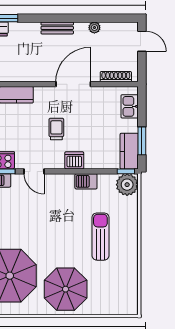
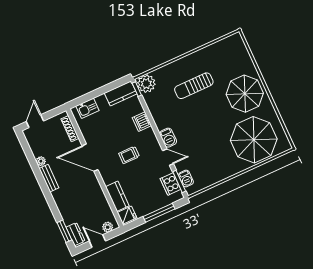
bench: (57, 28) -> (49, 178), moved
window: (142, 141) -> (109, 87), removed
dishwasher: (74, 160) -> (142, 122), moved
door: (34, 171) -> (168, 157), hinge flipped
barbecue: (86, 181) -> (168, 138), moved

